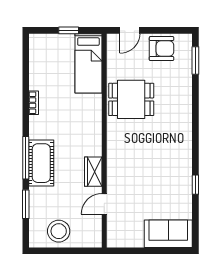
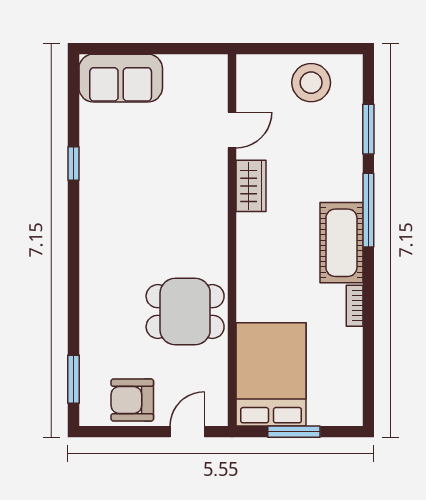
window: (69, 30) -> (294, 432), width x1.50
bed: (88, 63) -> (271, 374), width x1.50
cot: (41, 163) -> (341, 243), moved

